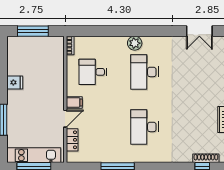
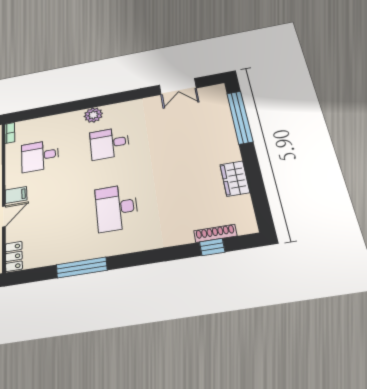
desk: (144, 72) -> (110, 143), width x0.73
locker: (72, 140) -> (14, 256), moved

